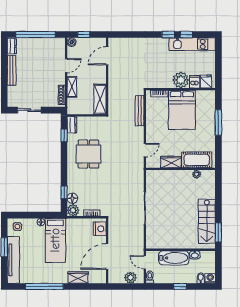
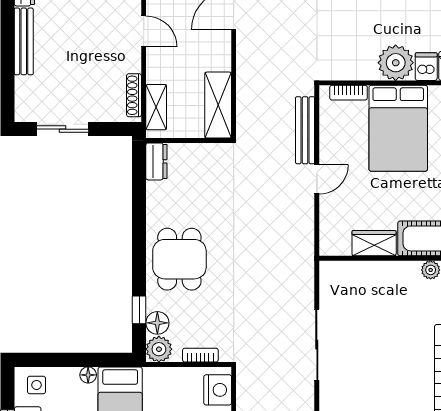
door: (66, 66) -> (144, 31), hinge flipped
shelving: (72, 87) -> (156, 107), moved
window: (64, 135) -> (139, 185), removed
door: (145, 150) -> (317, 179), moved
dining table: (88, 154) -> (179, 259), moved

